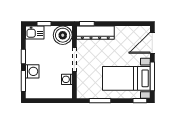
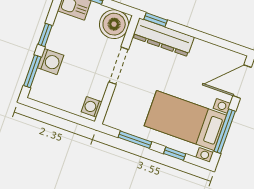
washing machine: (67, 79) -> (92, 107), moved
window: (140, 101) -> (175, 154), moved

